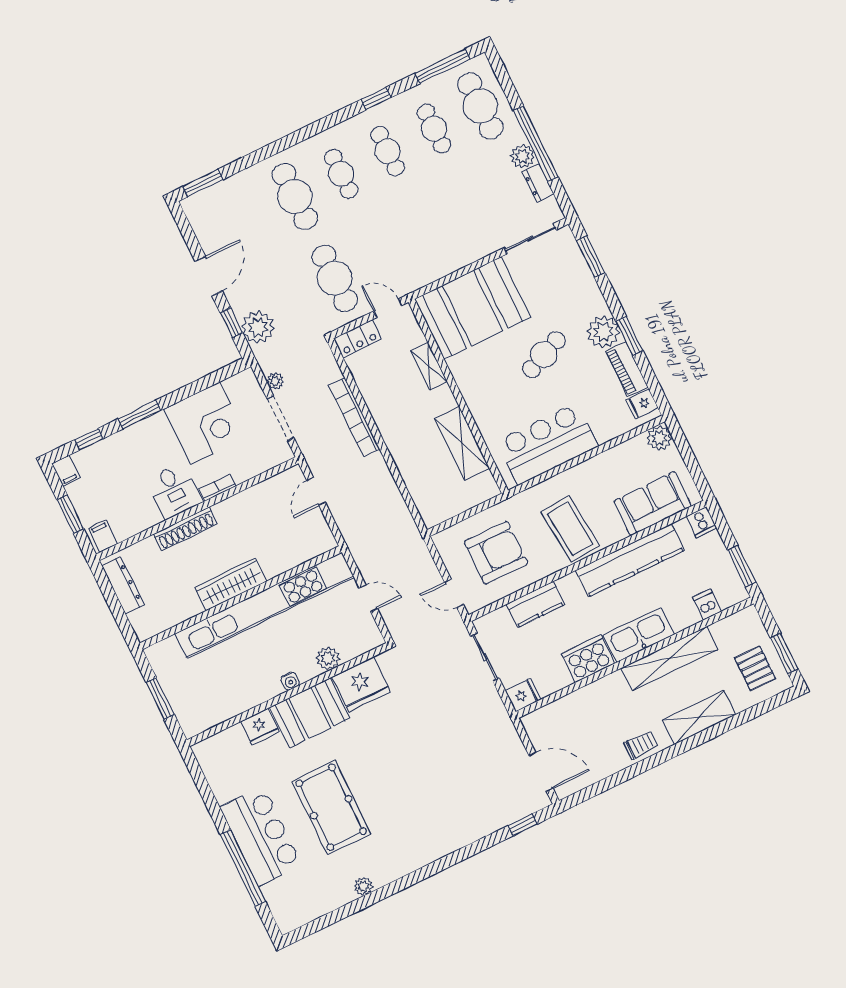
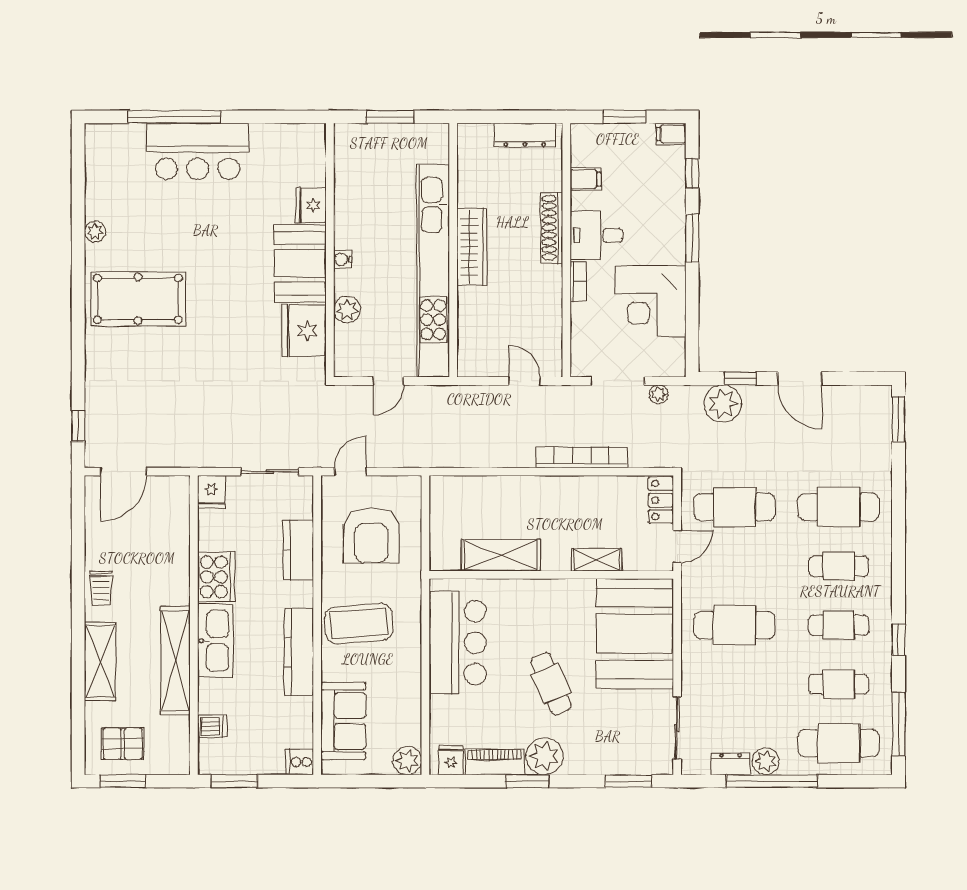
cafe table: (427, 233) -> (734, 625), added
filing cabinet: (103, 536) -> (585, 179), moved
kitchen counter: (630, 560) -> (299, 652), width x0.72, depth x0.86
pool table: (331, 807) -> (138, 299), moved

